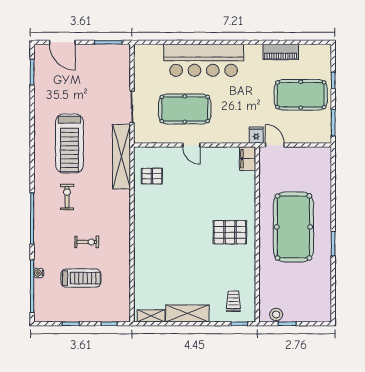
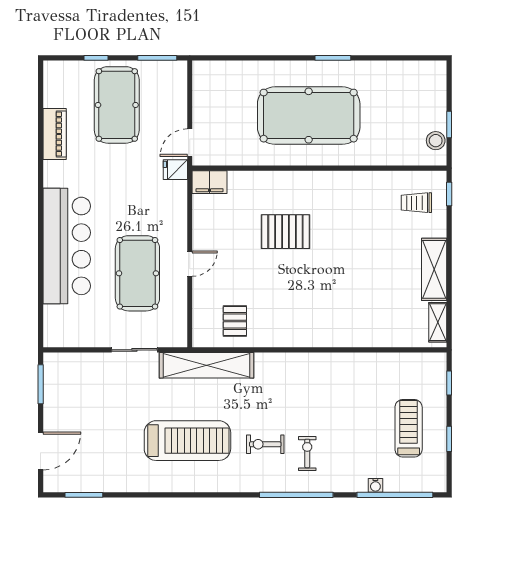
pallet: (230, 232) -> (285, 232), moved, turned 90
exercise bike: (87, 242) -> (307, 453), moved
treadmill: (81, 278) -> (409, 428), moved

